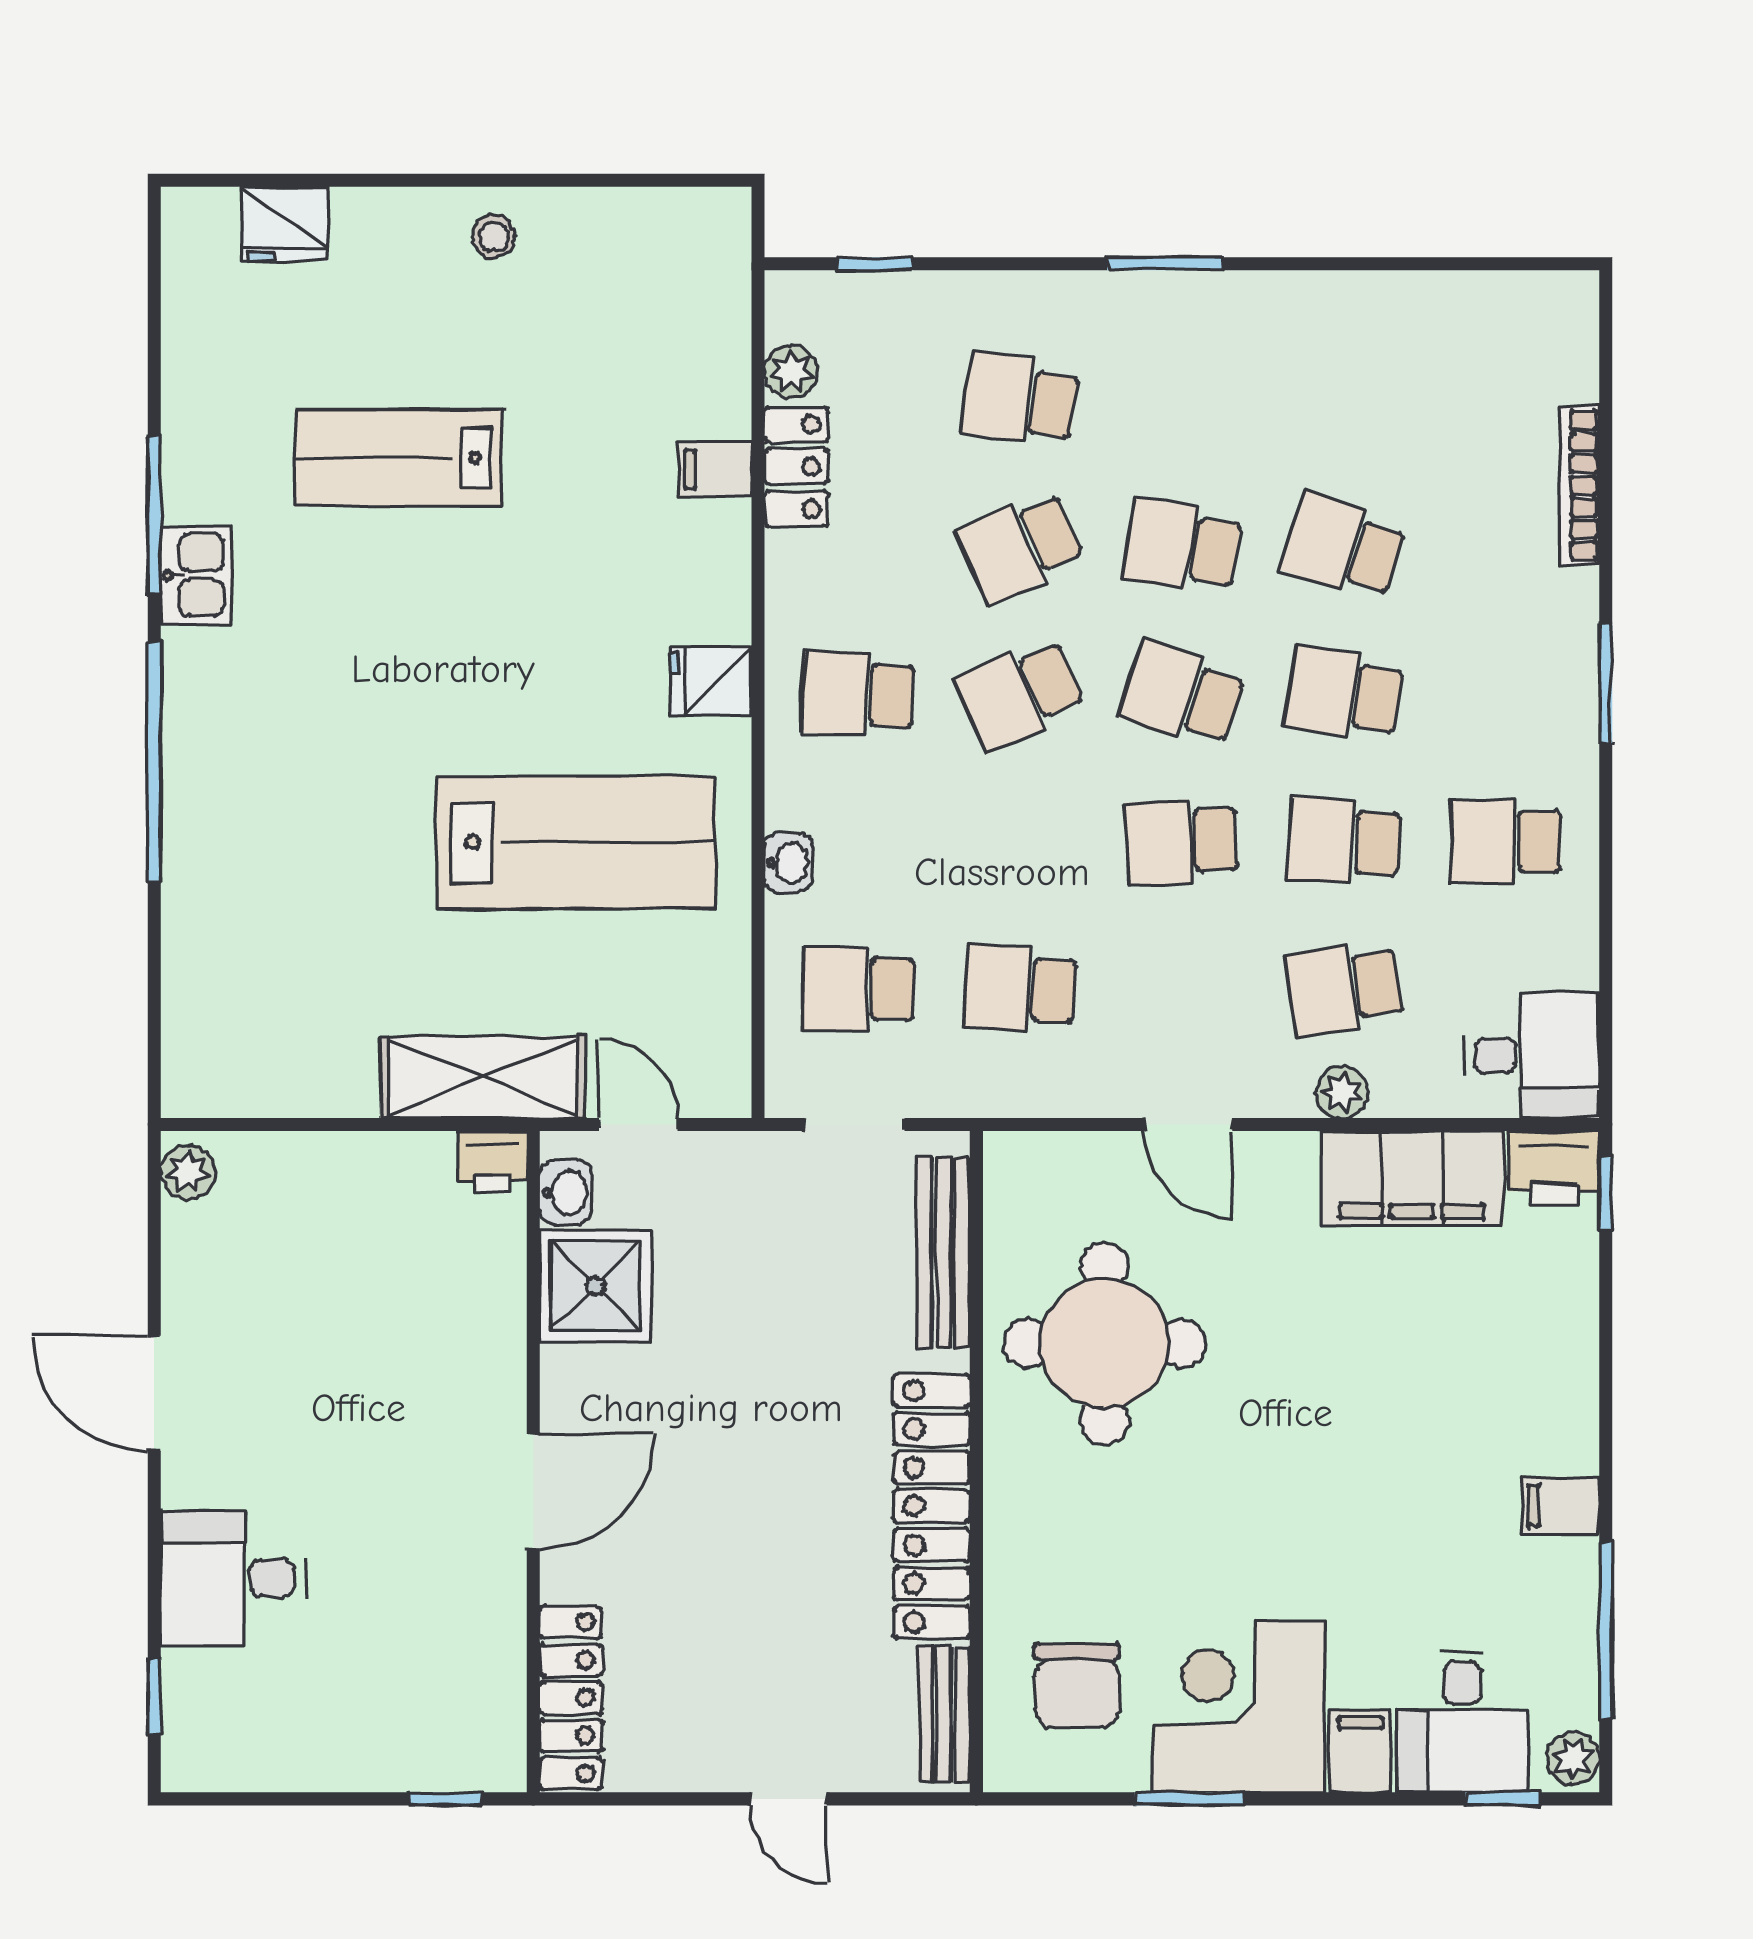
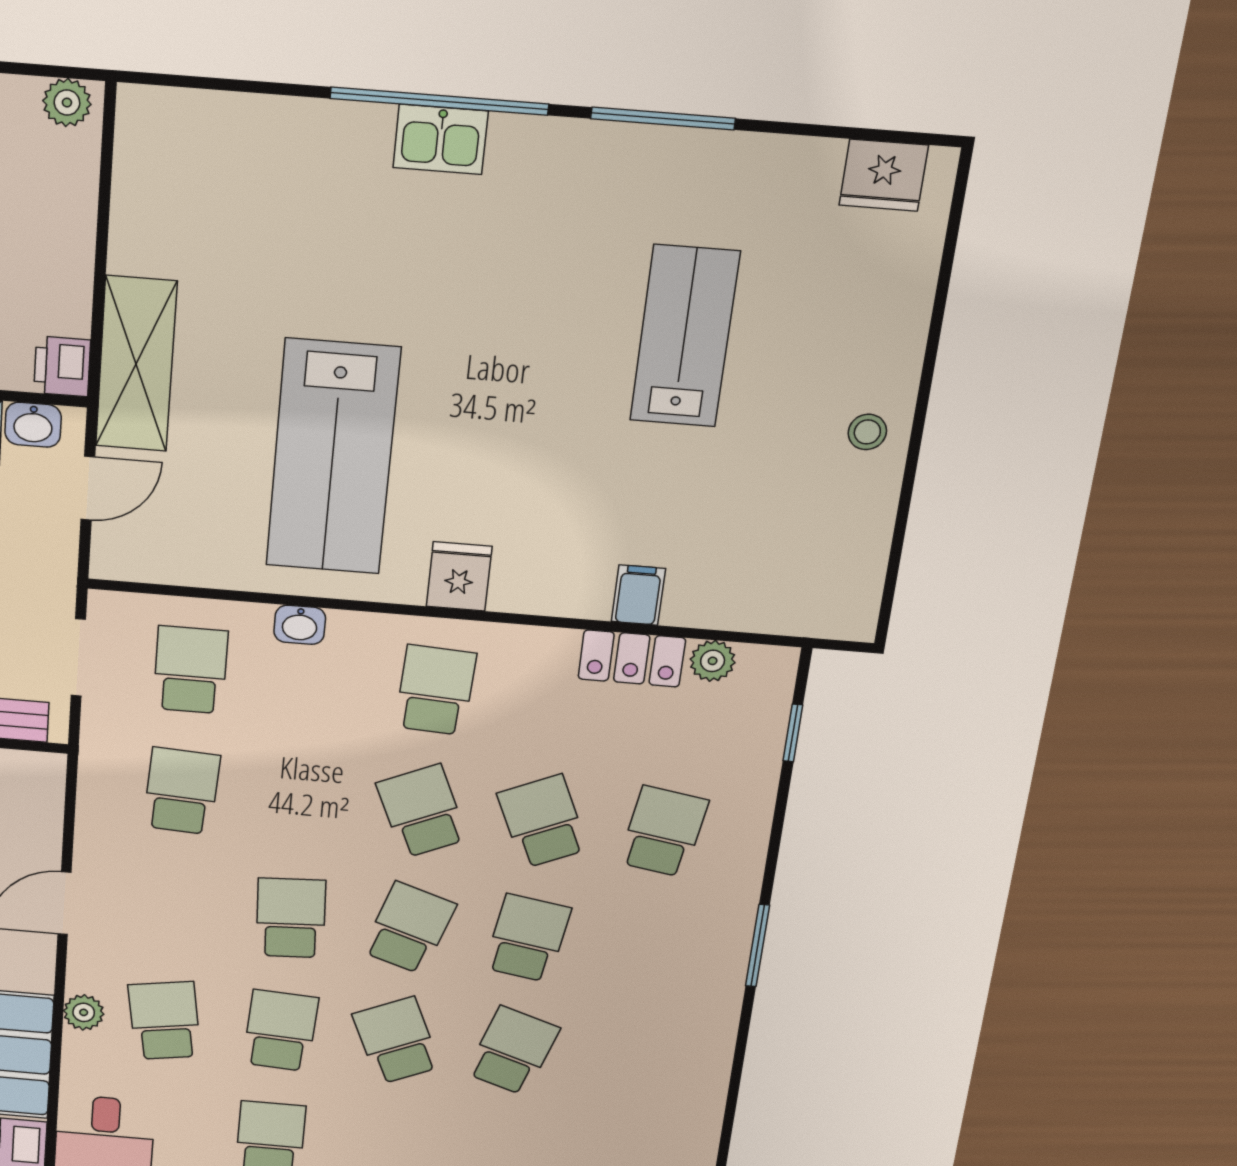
fridge: (284, 224) -> (884, 175), moved, turned -90
kitchen sink: (196, 575) -> (441, 139), moved
school desk: (1344, 694) -> (396, 1041), turned -33

